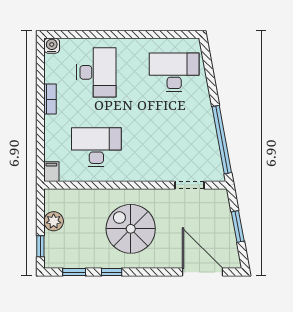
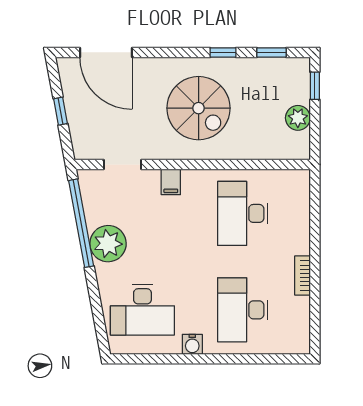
water cooler: (52, 46) -> (192, 344), moved
plant: (201, 124) -> (108, 244), added
desk: (96, 147) -> (243, 213), turned 90
filing cabinet: (51, 172) -> (171, 182), moved
window: (238, 227) -> (60, 111), width x0.67

